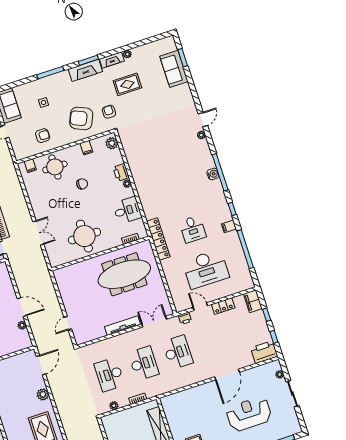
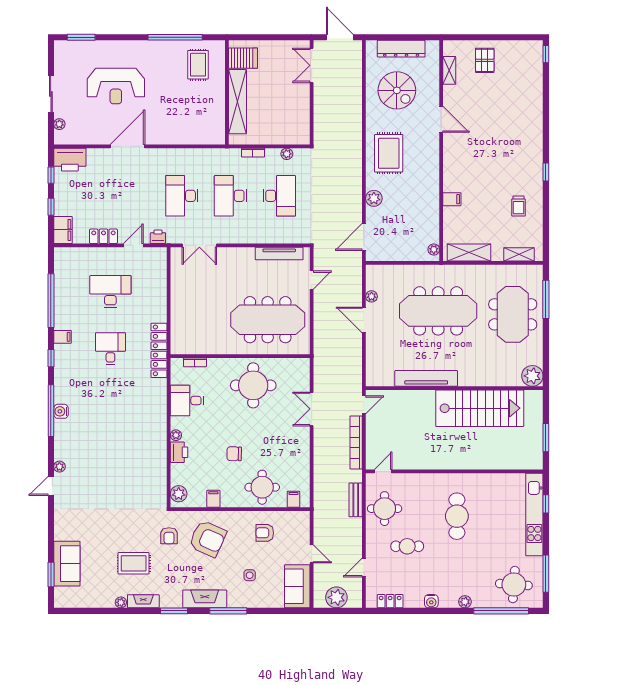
fireplace: (85, 70) -> (205, 599), moved
desk: (206, 269) -> (110, 292), width x0.73, depth x0.77
meeting table: (124, 274) -> (268, 320), moved
door: (200, 307) -> (133, 245), swing flipped
tv unit: (123, 326) -> (279, 254), moved

